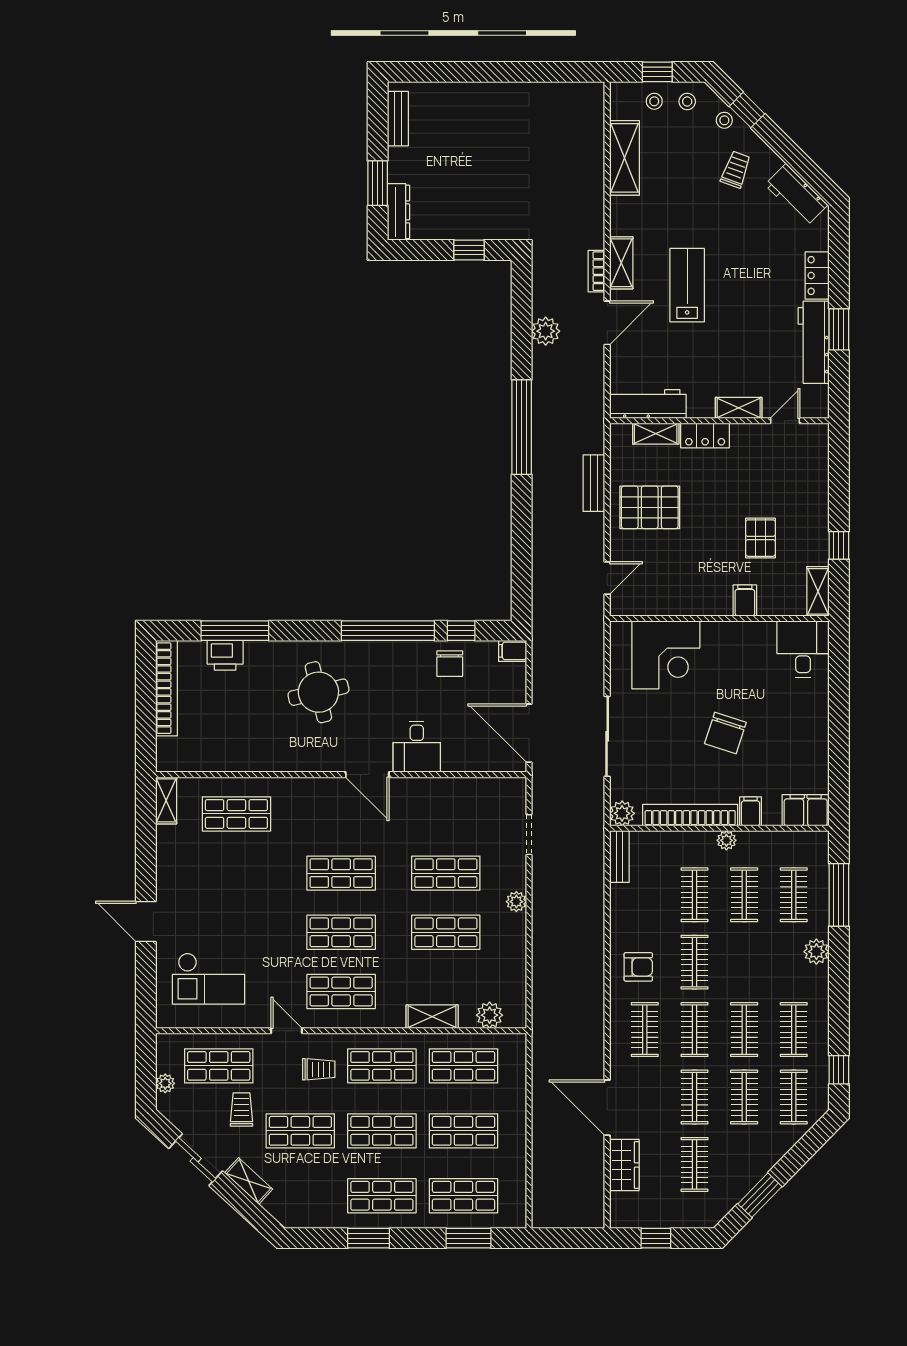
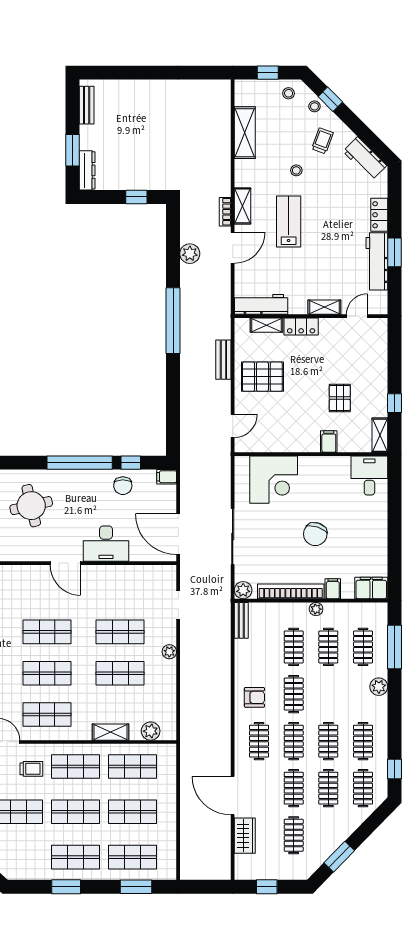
stool: (654, 101) -> (296, 170), moved
desk: (417, 747) -> (106, 544), width x1.37

